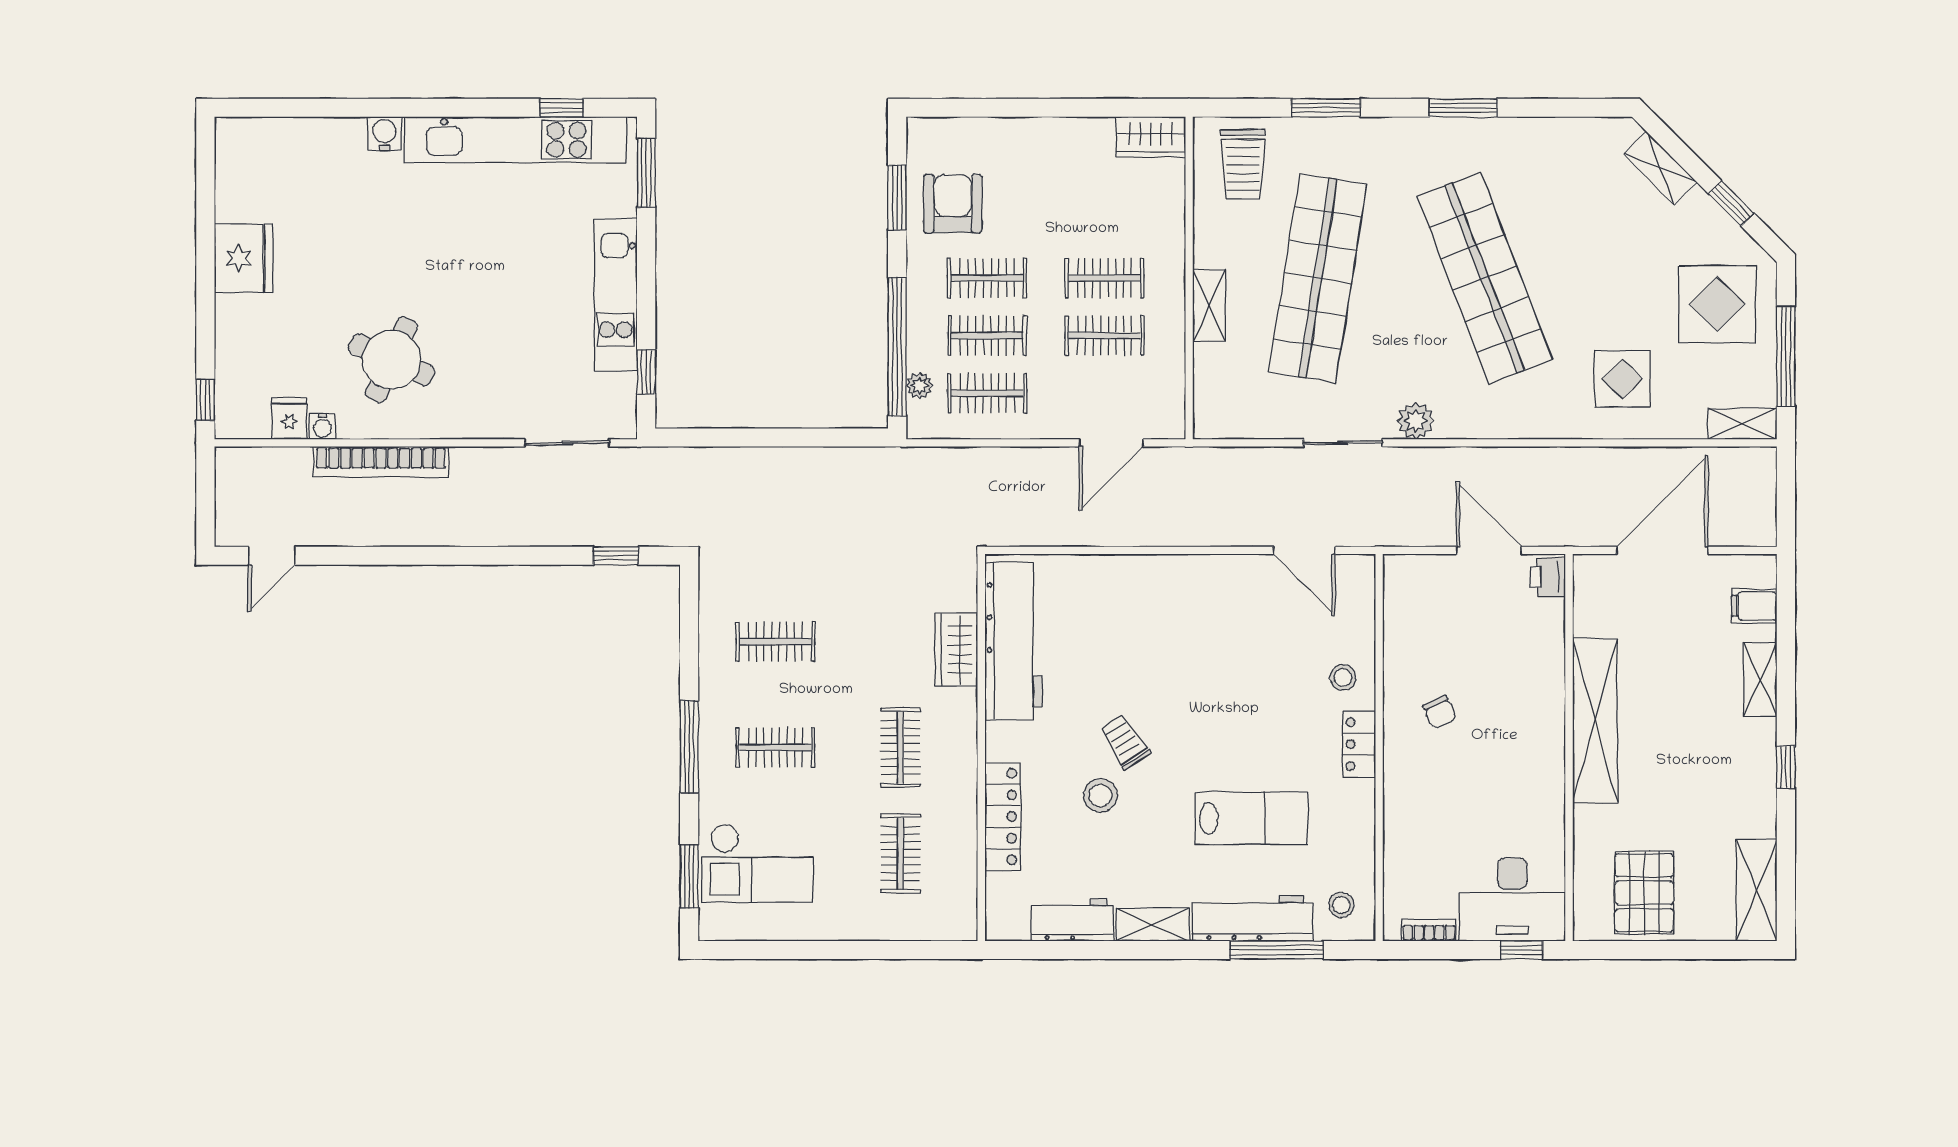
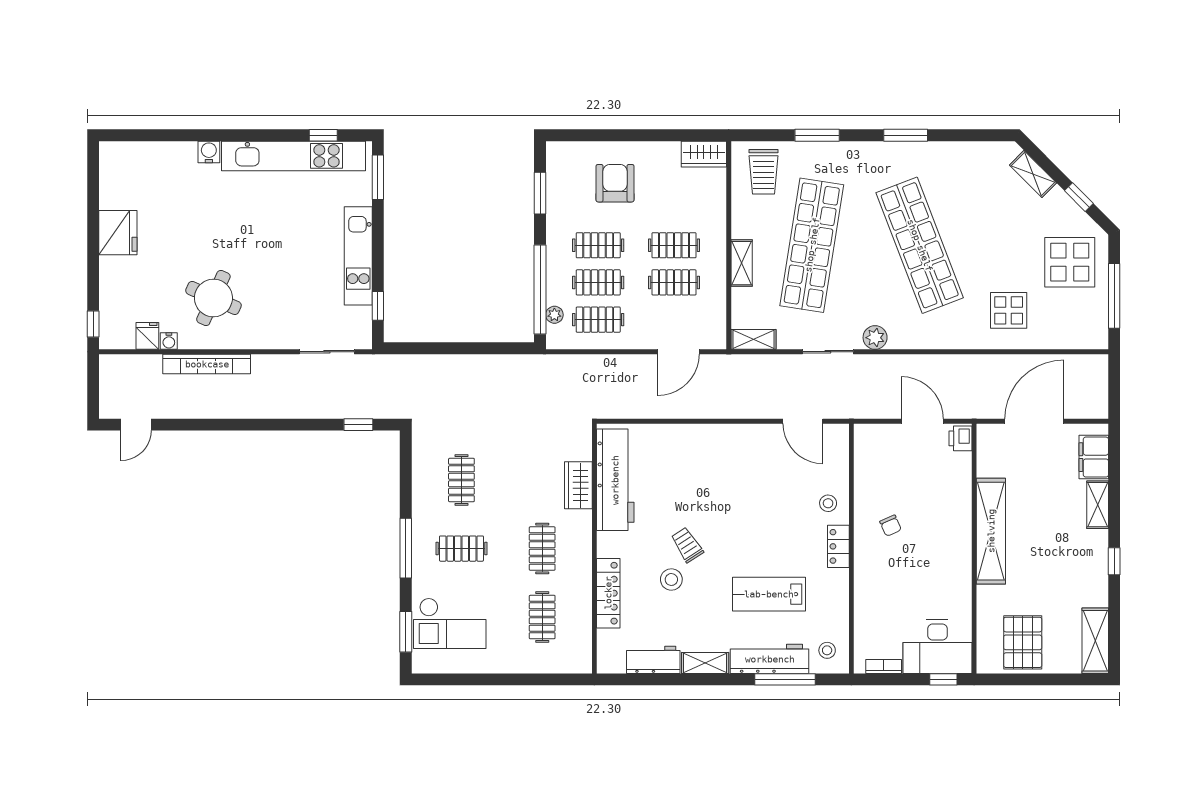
armchair: (953, 204) -> (615, 183), moved
shelving: (1742, 424) -> (753, 339), moved
filing cabinet: (1754, 606) -> (1094, 457), width x2.00
clothes rail: (775, 641) -> (461, 480), turned 90
lab bench: (1251, 818) -> (769, 594), turned 180

